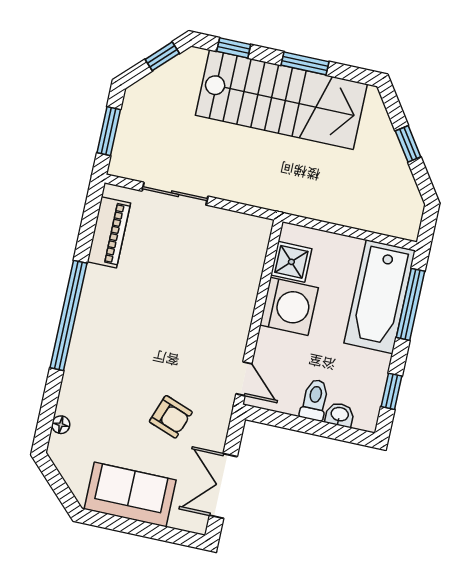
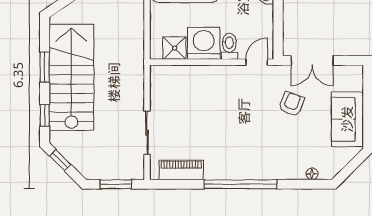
toilet: (315, 400) -> (229, 46), moved, turned 90
double door: (223, 486) -> (312, 60), moved

